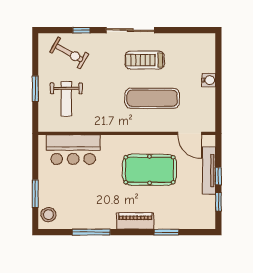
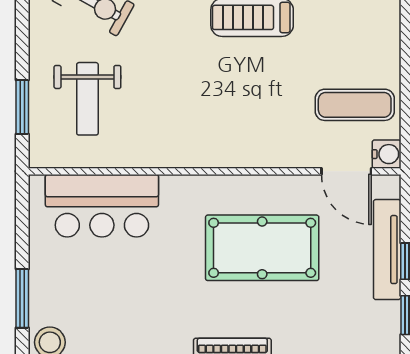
water cooler: (209, 80) -> (387, 154), moved
window: (35, 89) -> (22, 107), moved
exercise mat: (152, 98) -> (355, 105), moved, width x0.73, depth x0.69

